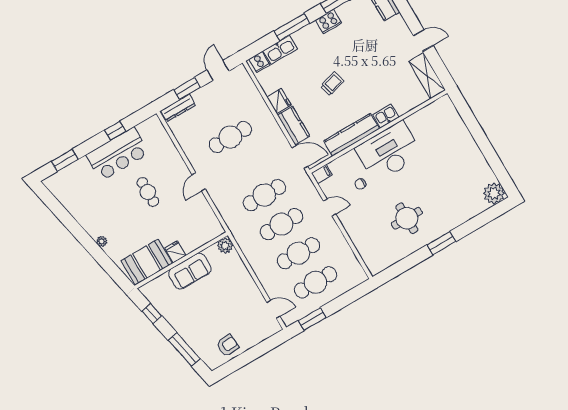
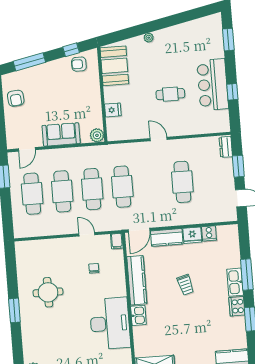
kitchen sink: (280, 50) -> (235, 282), moved
cooker: (259, 62) -> (209, 233), moved, turned -90
dresser: (178, 108) -> (226, 147), width x0.70
desk: (389, 152) -> (110, 323), moved
door: (330, 207) -> (87, 234), swing flipped
fridge: (175, 252) -> (113, 110), moved
sofa: (190, 271) -> (61, 134), moved, turned 90
armchair: (162, 299) -> (79, 64), added

